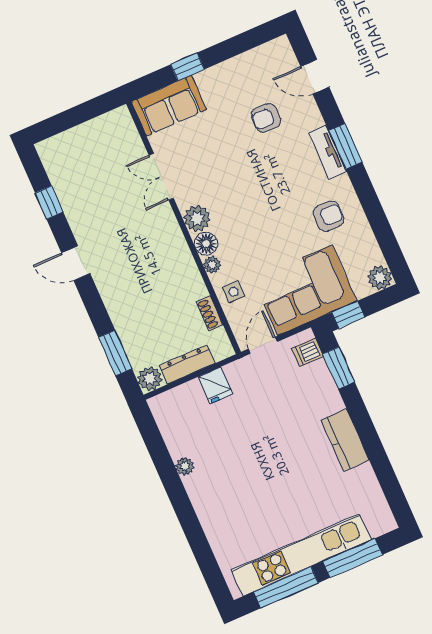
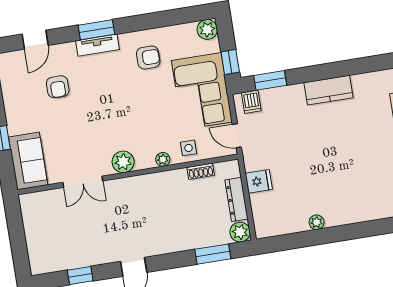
armchair: (328, 216) -> (148, 57), turned 90
floor lamp: (206, 244) -> (145, 160), removed

